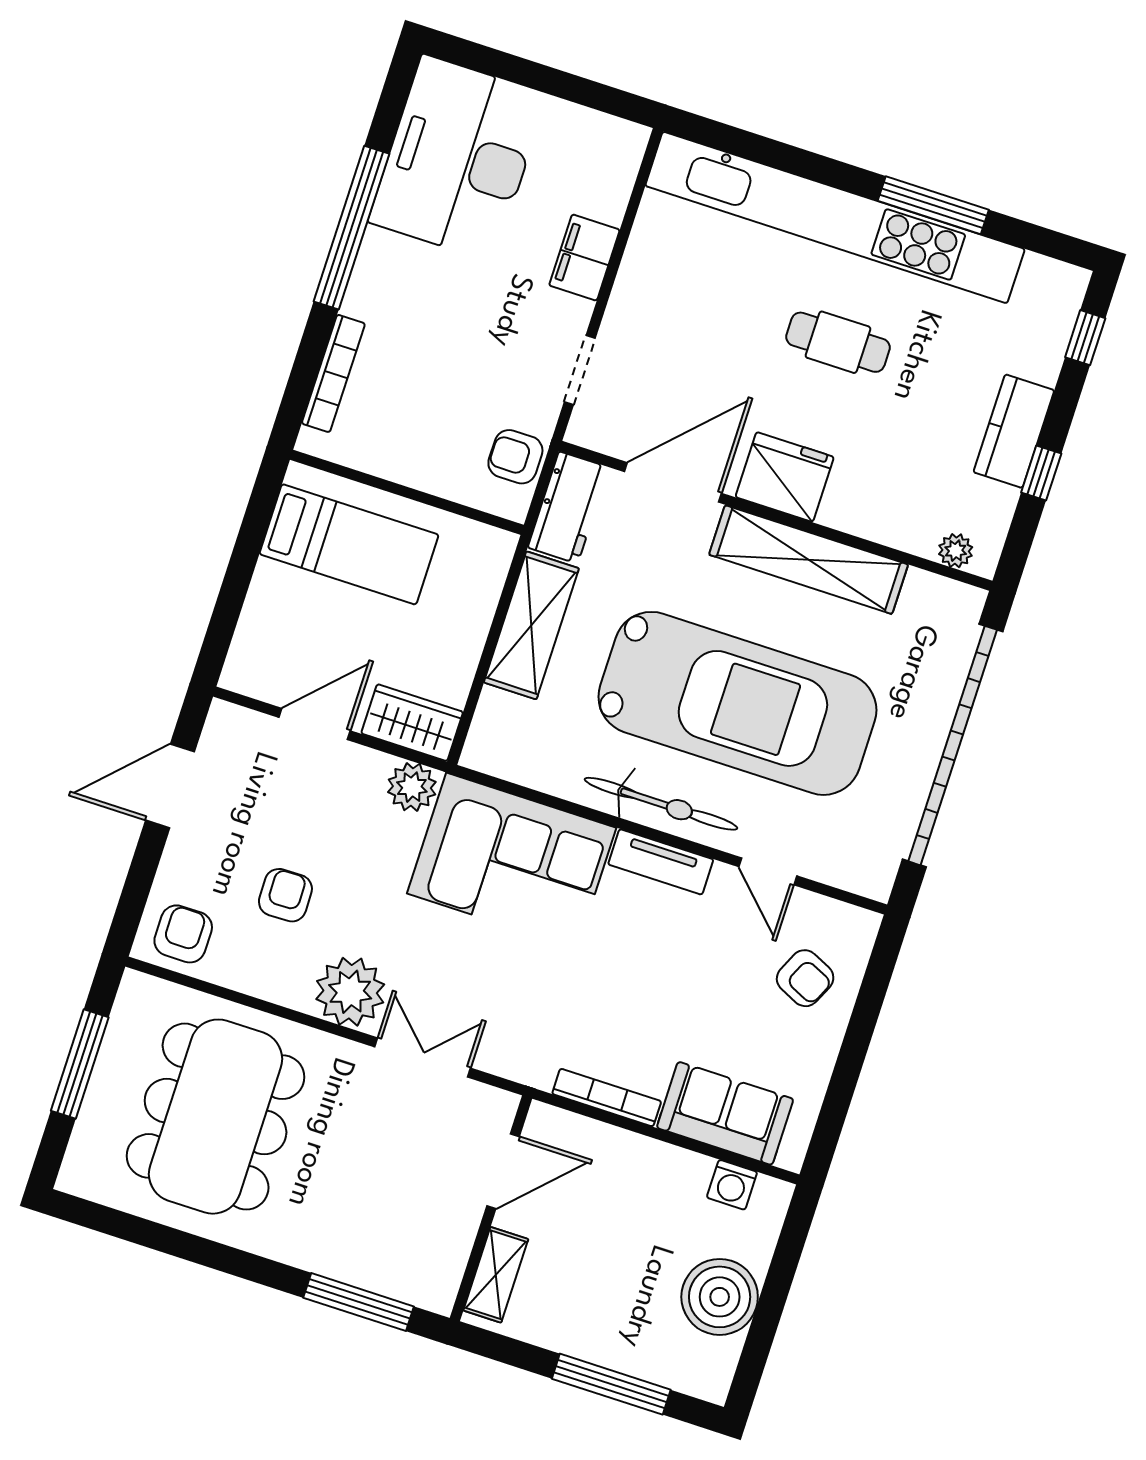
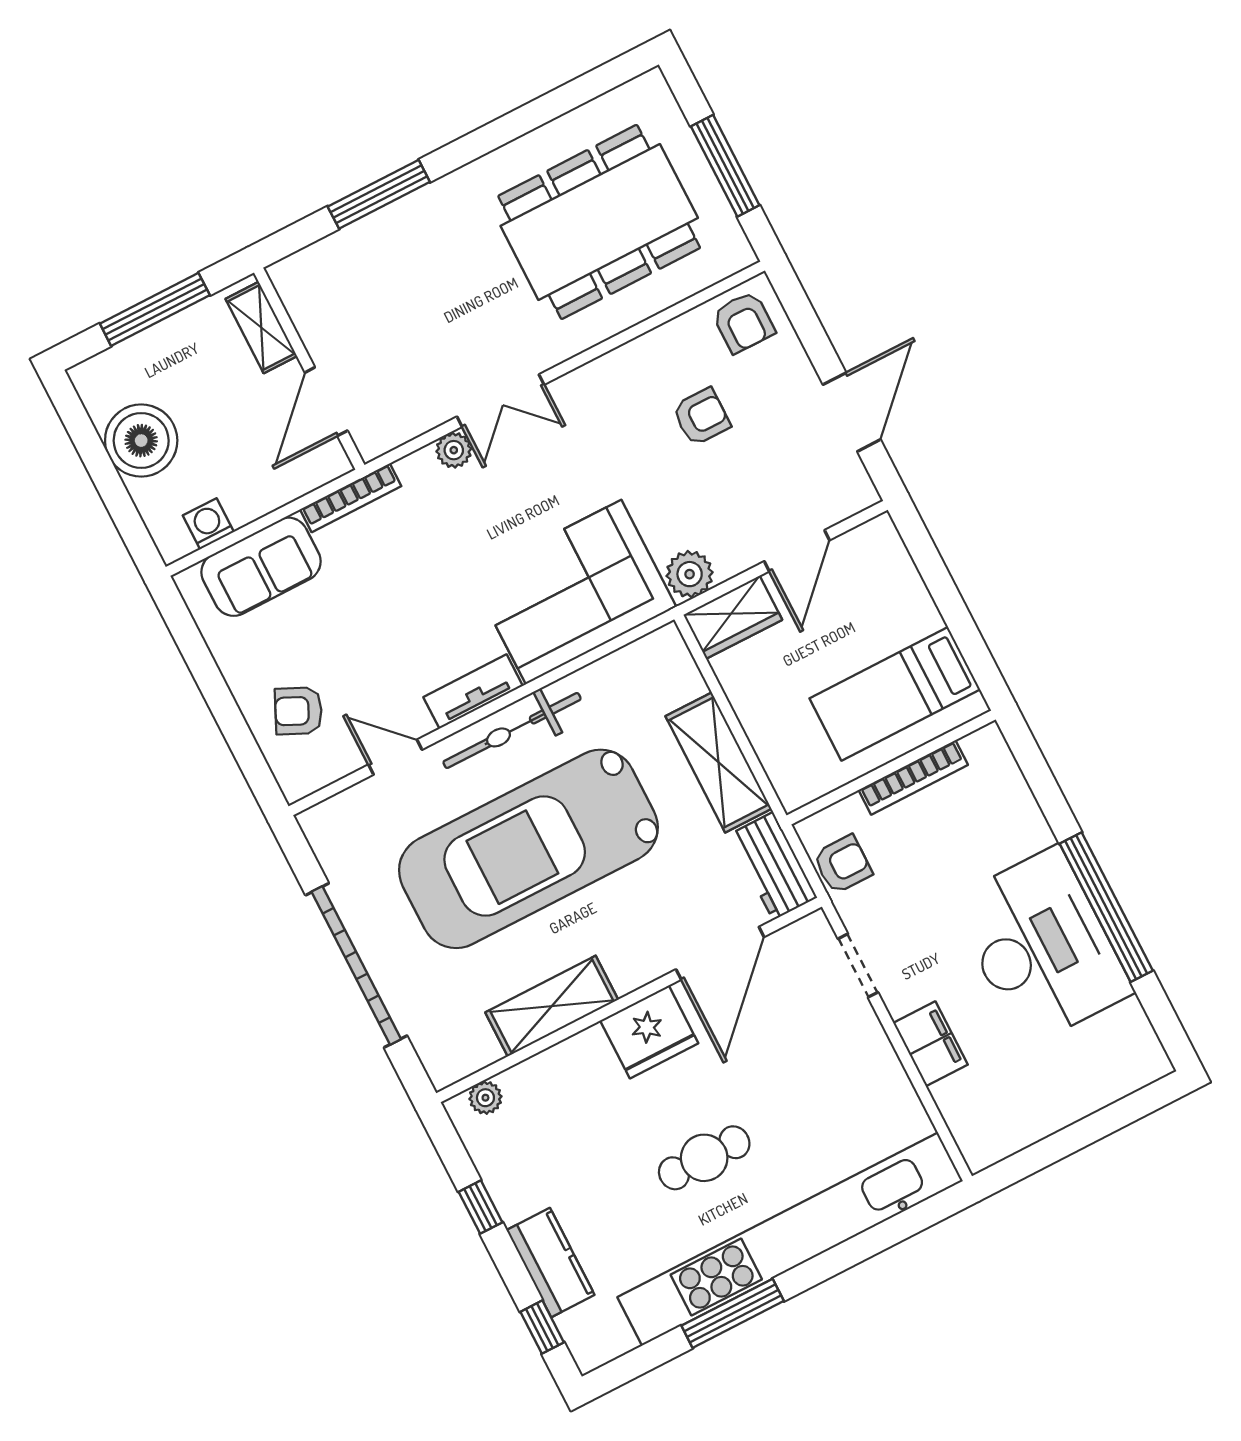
desk: (458, 158) -> (1041, 946), moved
bookcase: (333, 373) -> (913, 777), moved, turned -90
kitchen counter: (1014, 431) -> (550, 1262), moved
shelving: (809, 560) -> (552, 1006), width x0.68
garage door: (953, 746) -> (356, 965), width x0.73
armchair: (285, 895) -> (701, 417), turned -89
plant: (350, 992) -> (454, 450), moved, width x0.53, depth x0.53
dining table: (216, 1117) -> (599, 222), turned 90
door: (503, 1171) -> (326, 402), moved
wall: (491, 1208) -> (309, 369), moved
shelving: (496, 1275) -> (261, 327), moved

